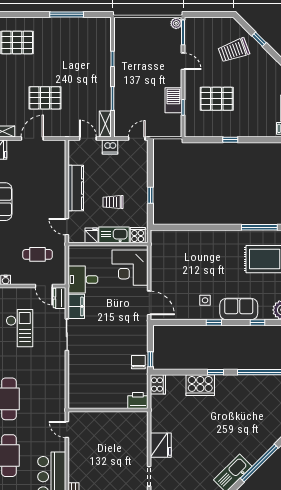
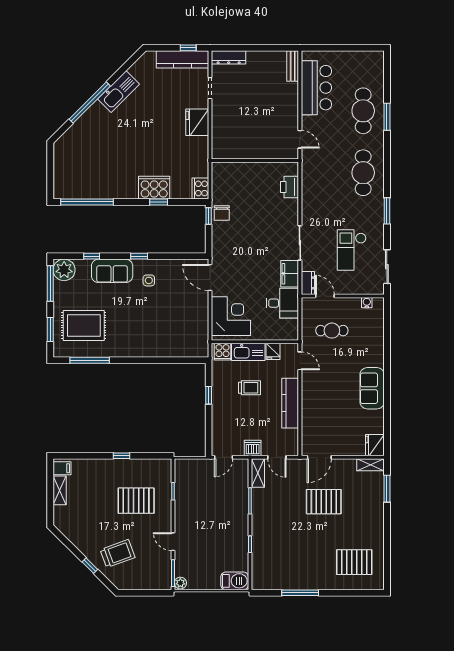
barbecue: (173, 100) -> (235, 581), moved, turned -90
door: (32, 138) -> (319, 457), moved
window: (216, 372) -> (159, 202), moved
printer: (138, 401) -> (290, 187), moved, turned 90

